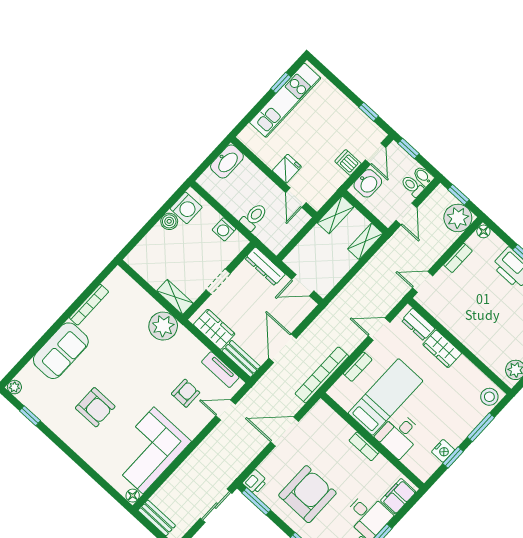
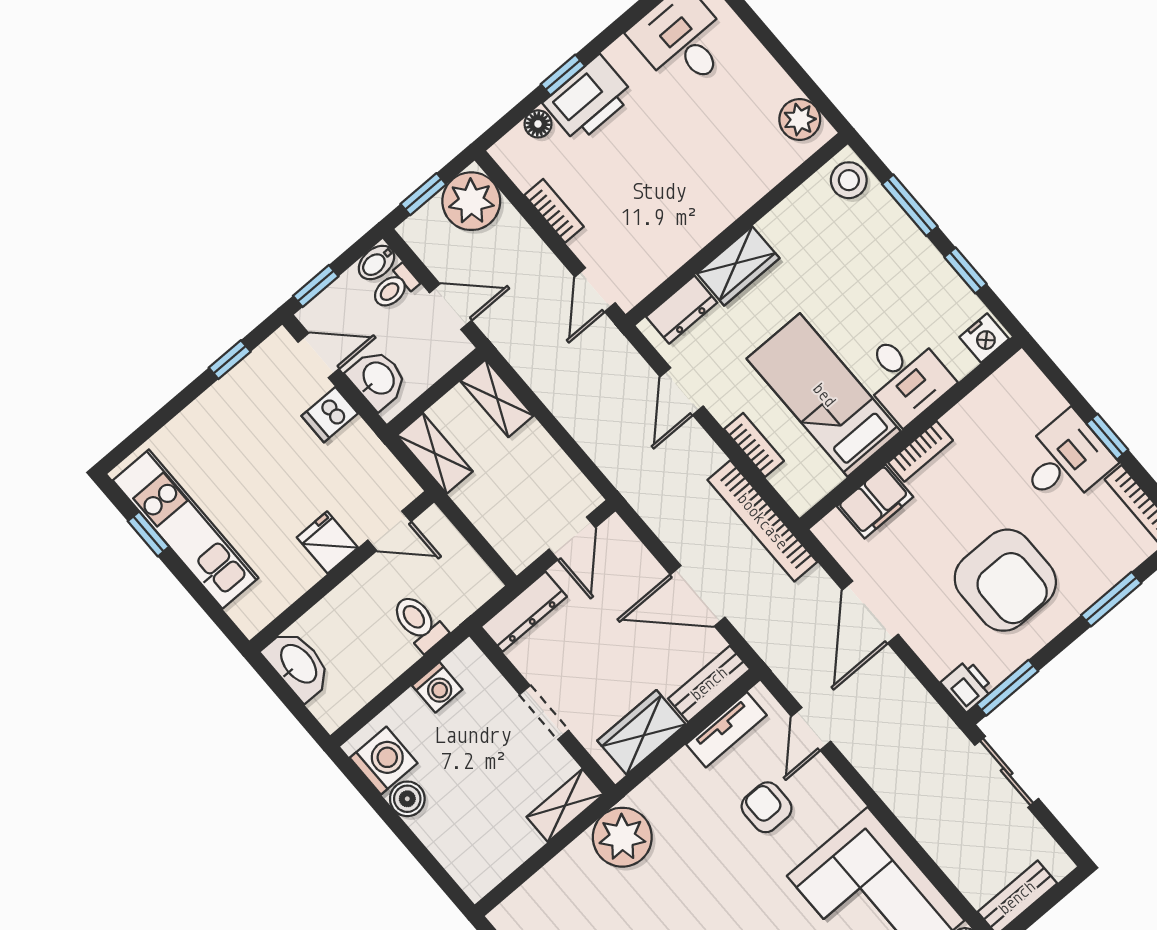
floor lamp: (483, 231) -> (538, 124), moved
nightstand: (443, 451) -> (984, 338), moved, turned 90
armchair: (307, 494) -> (1005, 580), turned 180
filing cabinet: (398, 496) -> (875, 502), moved, turned -90

